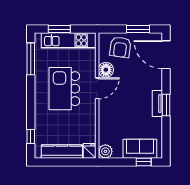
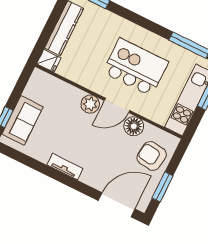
door: (97, 88) -> (117, 105), hinge flipped
window: (166, 105) -> (58, 176), removed
plant: (105, 151) -> (90, 104), moved

